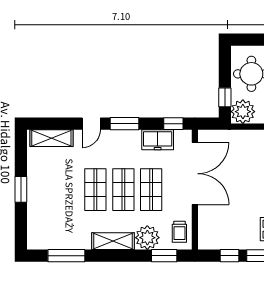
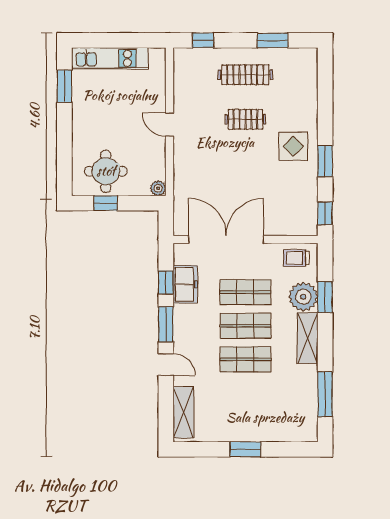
window: (225, 97) -> (106, 203), moved
plant: (243, 112) -> (158, 188), width x0.53, depth x0.53
window: (173, 124) -> (166, 282), moved
trolley: (179, 232) -> (296, 258), turned 180
window: (164, 256) -> (325, 297), moved
window: (229, 256) -> (325, 213), moved

